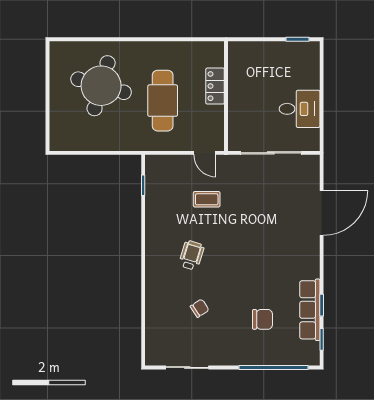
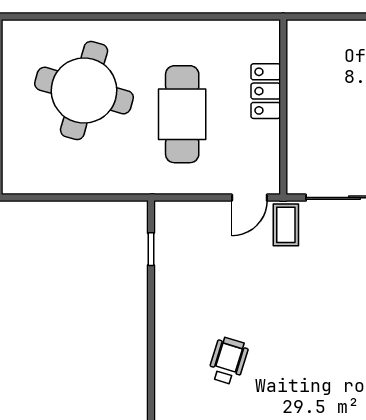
door: (205, 153) -> (249, 198), hinge flipped
coffee table: (207, 199) -> (286, 225), moved, turned 90

